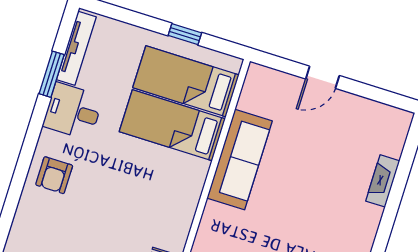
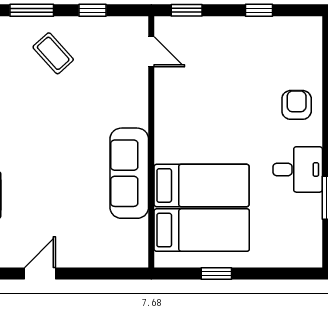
tv unit: (76, 48) -> (313, 229), removed
door: (323, 77) -> (40, 274), moved

